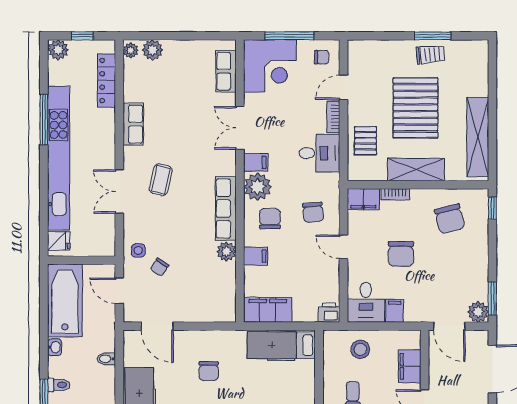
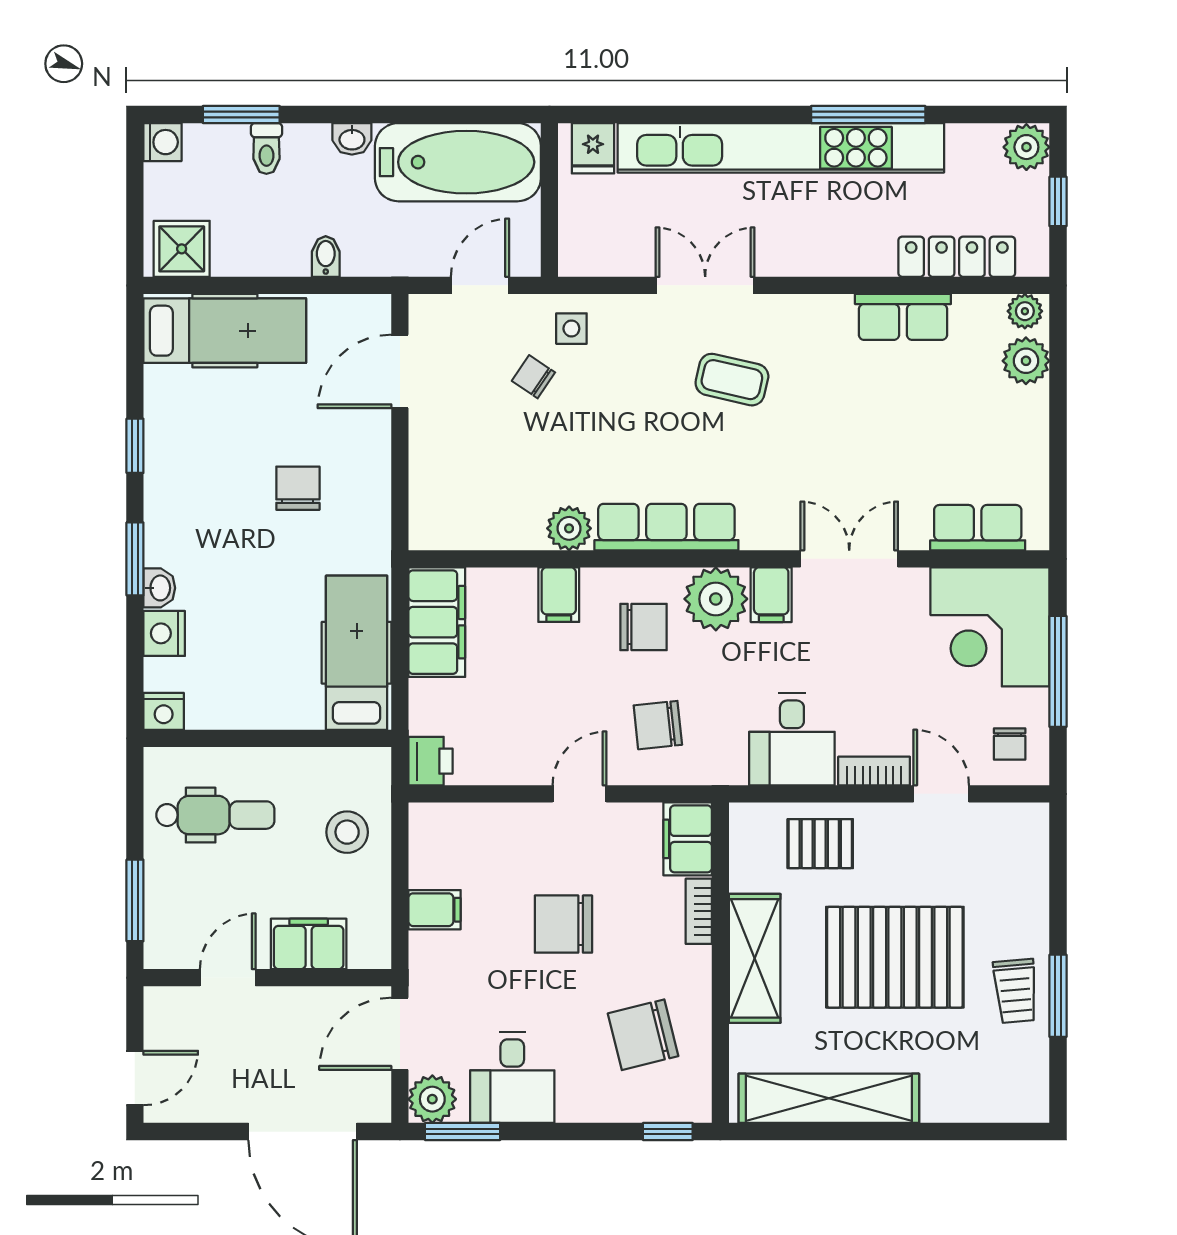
row of seats: (133, 124) -> (903, 317), moved
desk: (366, 302) -> (512, 1078), moved, turned -90
chair: (209, 371) -> (298, 488), turned 90

